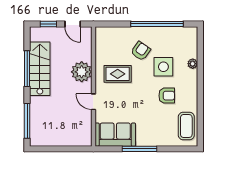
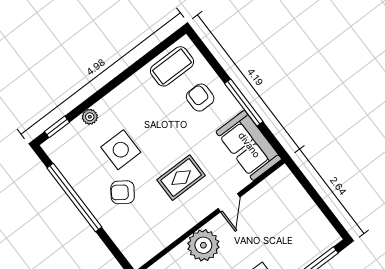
window: (200, 43) -> (57, 127), added
rug: (118, 74) -> (181, 178), moved, turned 90
armchair: (167, 96) -> (200, 98), moved

